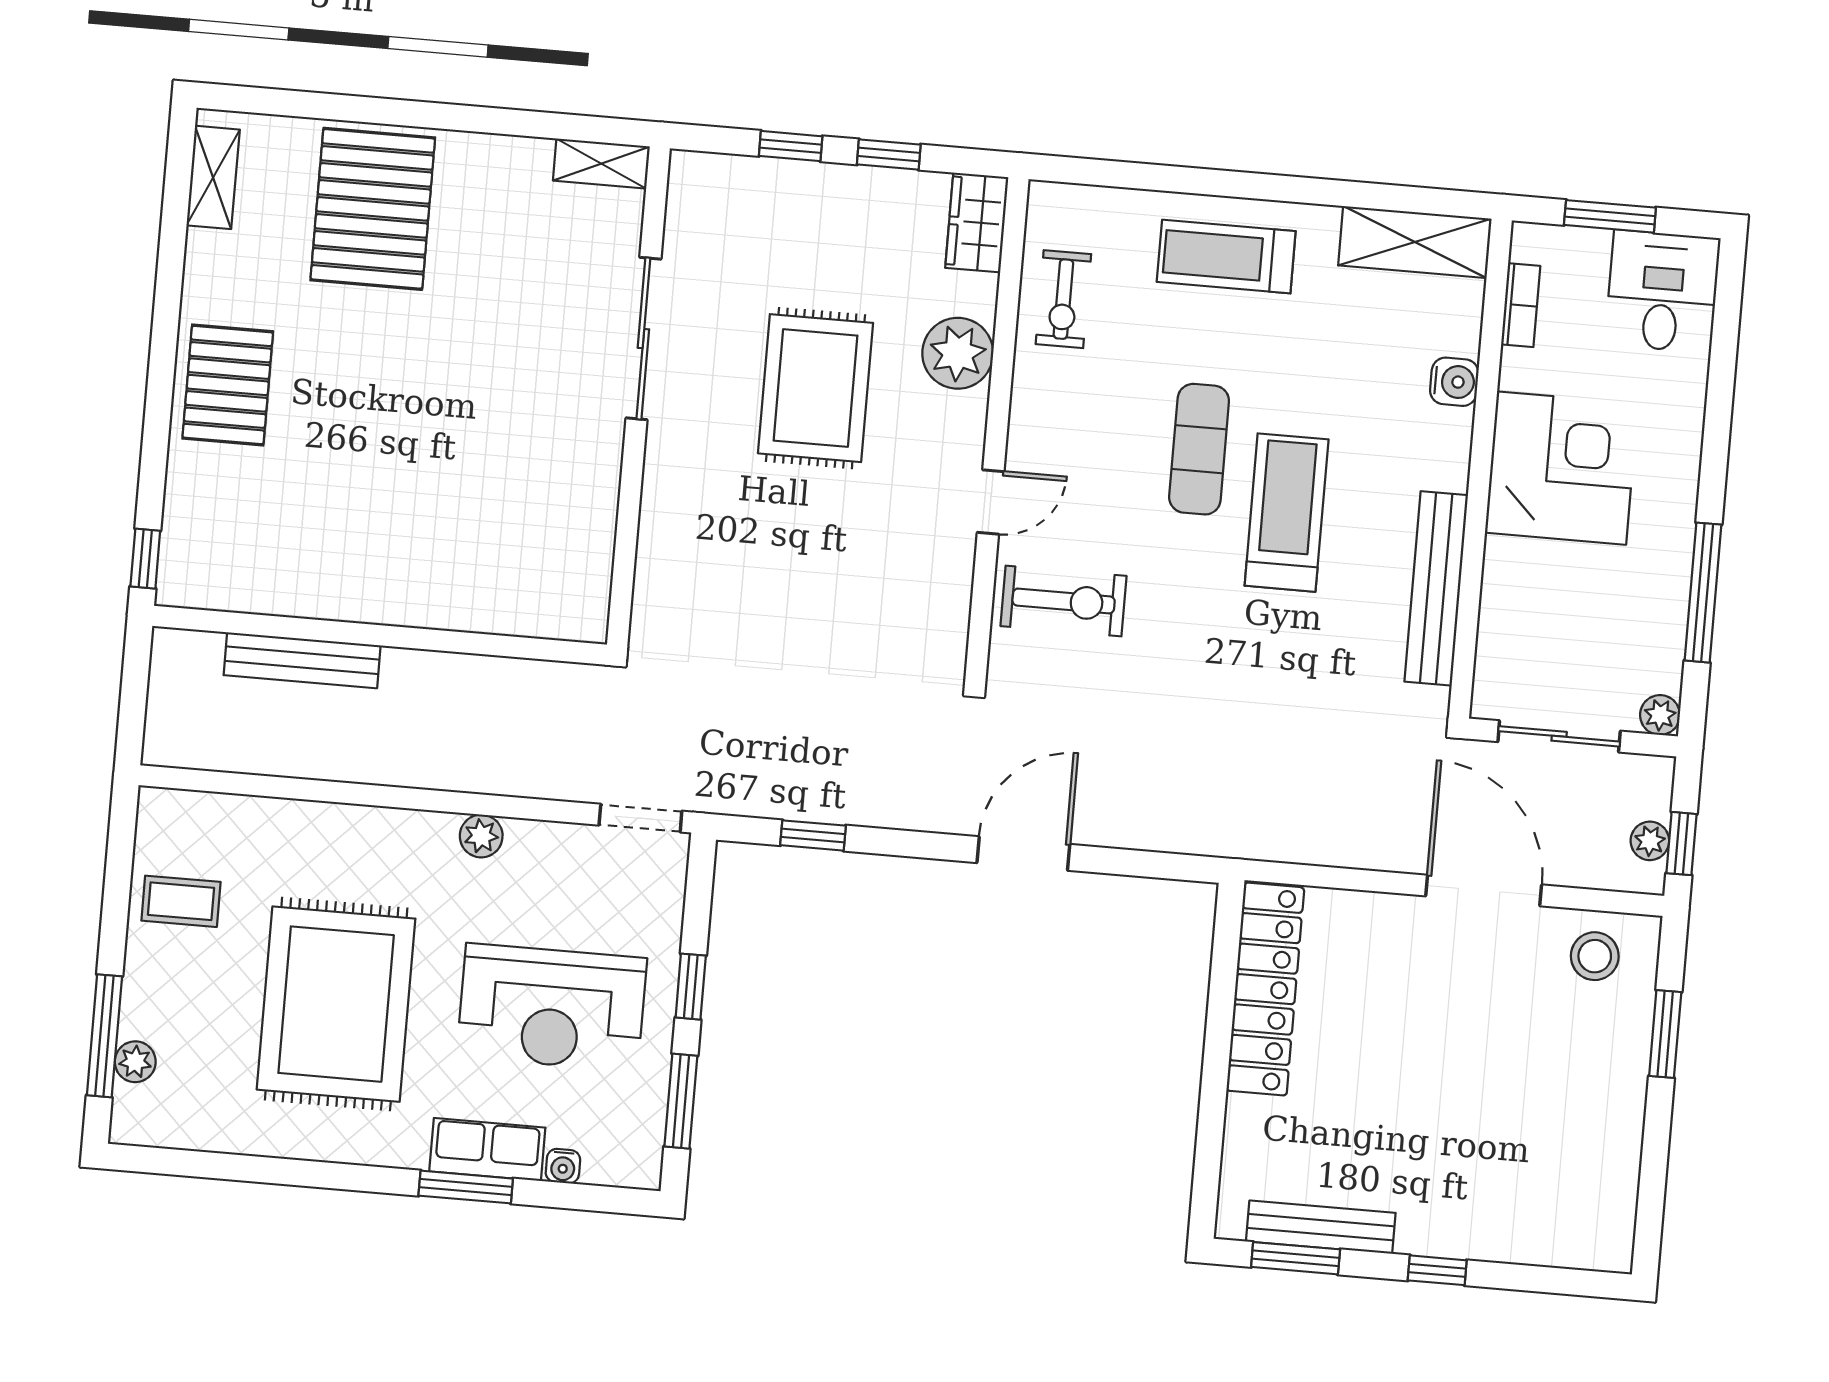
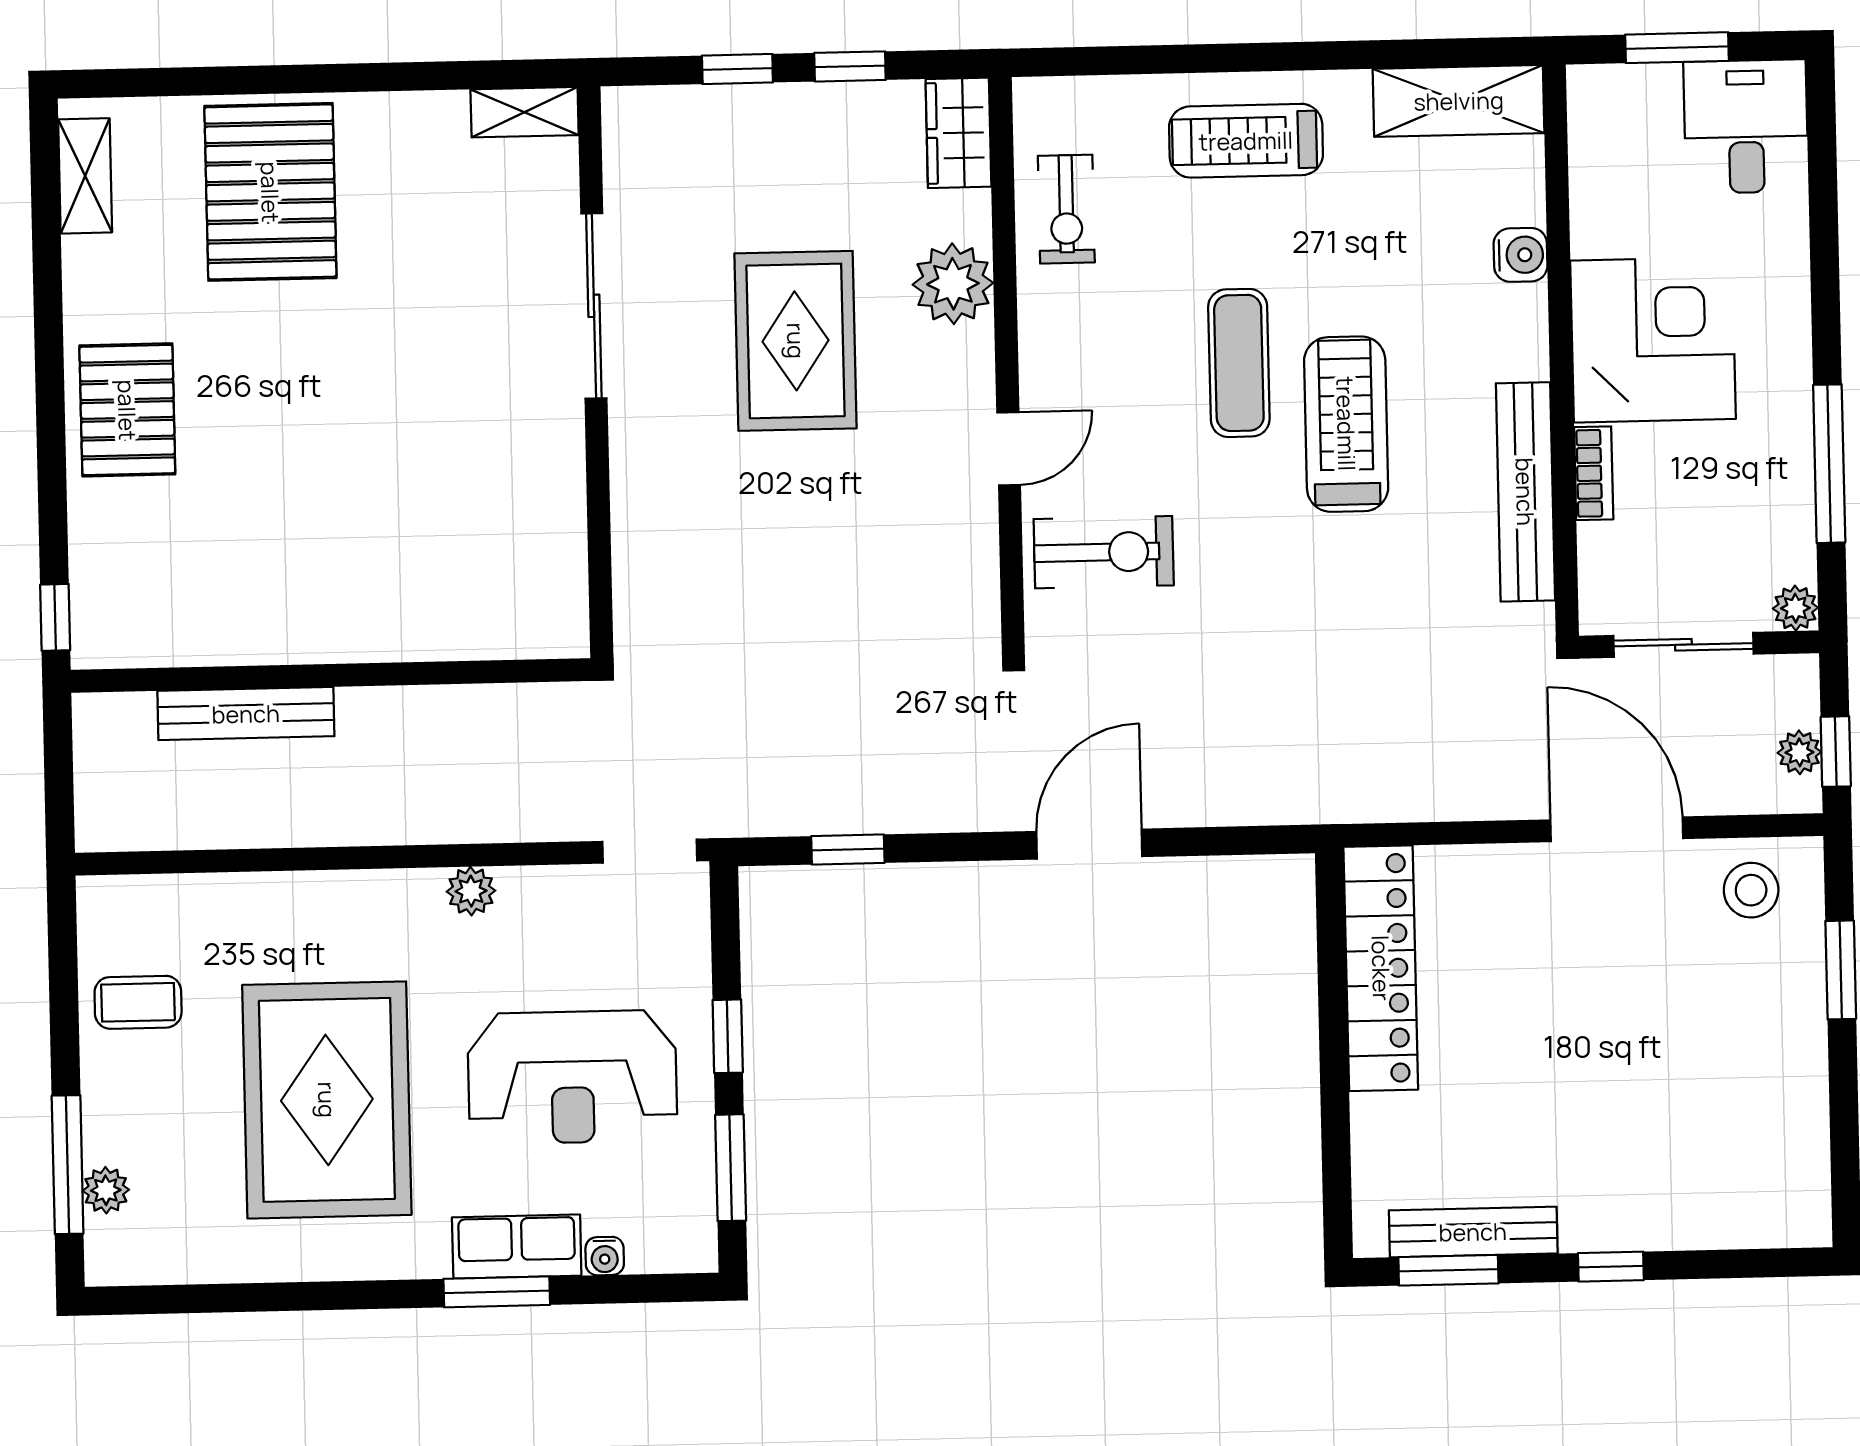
bookcase: (1521, 305) -> (1594, 473), moved

